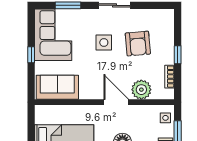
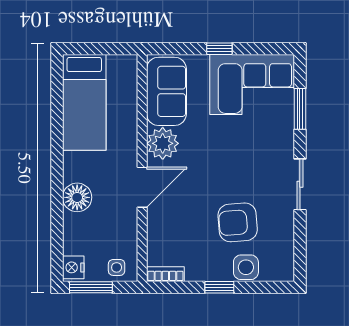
side table: (104, 43) -> (246, 267), moved
bookcase: (170, 77) -> (165, 274), moved
plant: (141, 90) -> (163, 143), moved

